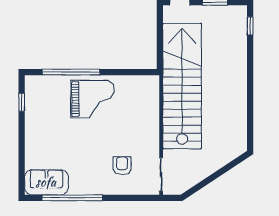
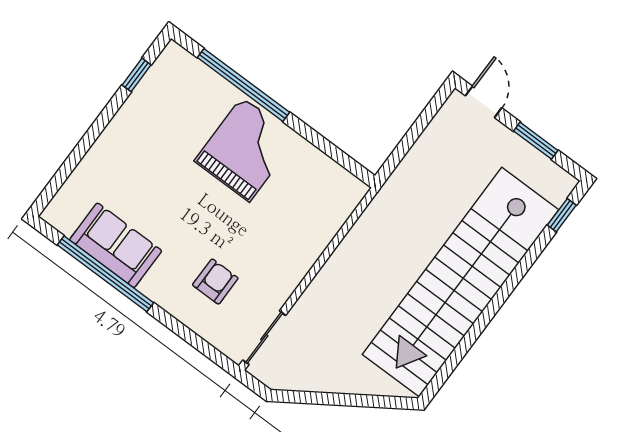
stairs: (182, 86) -> (460, 282), moved, turned 180
grand piano: (93, 99) -> (246, 149), turned -90
sofa: (46, 182) -> (116, 245), moved

